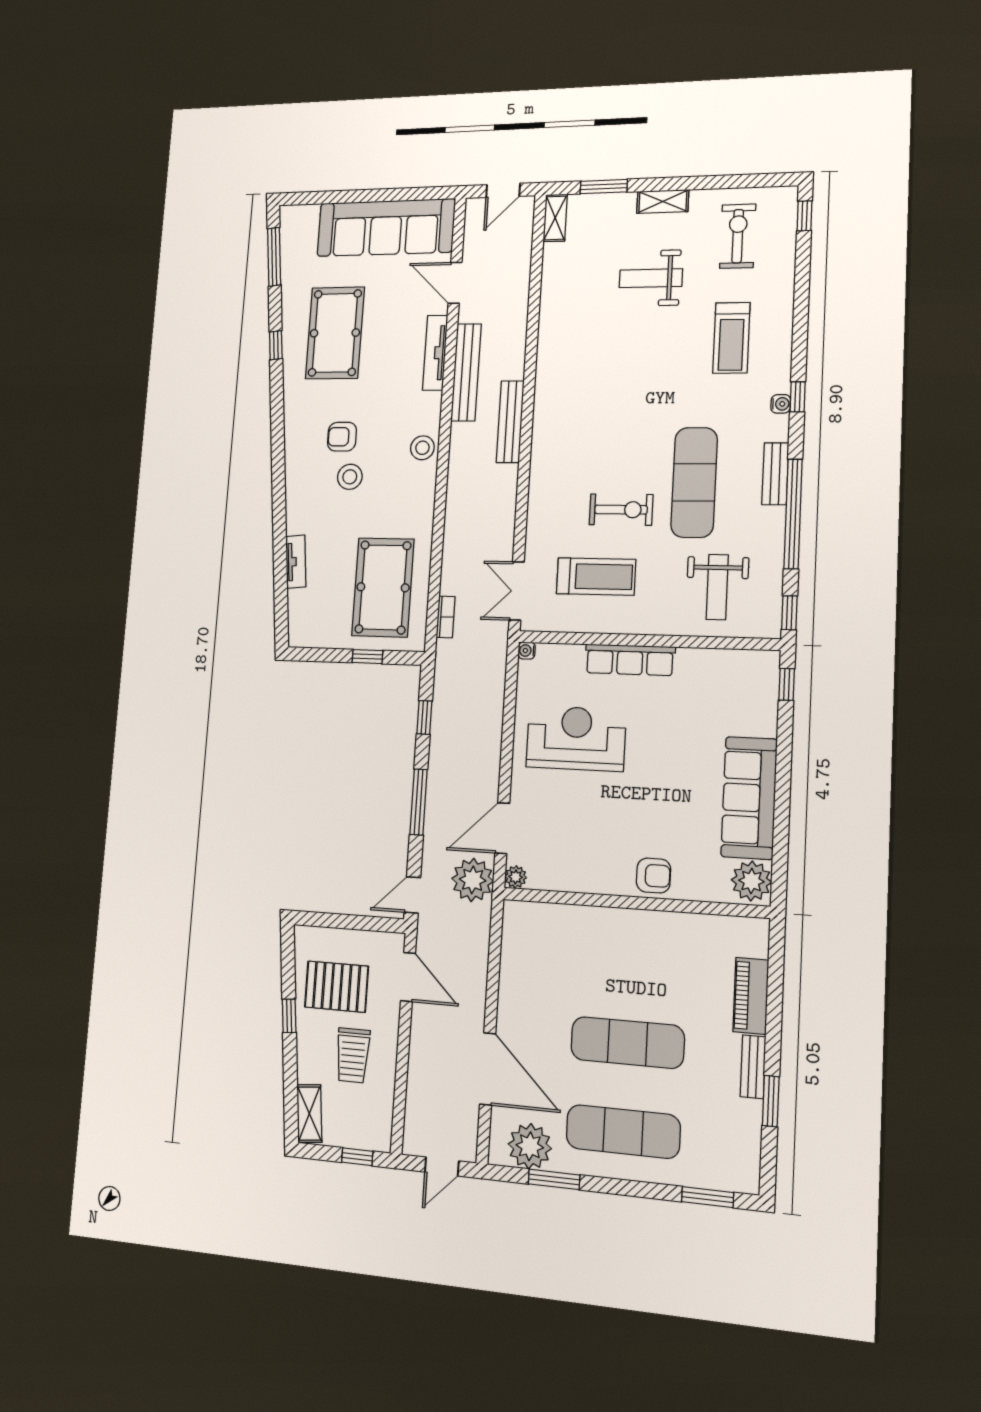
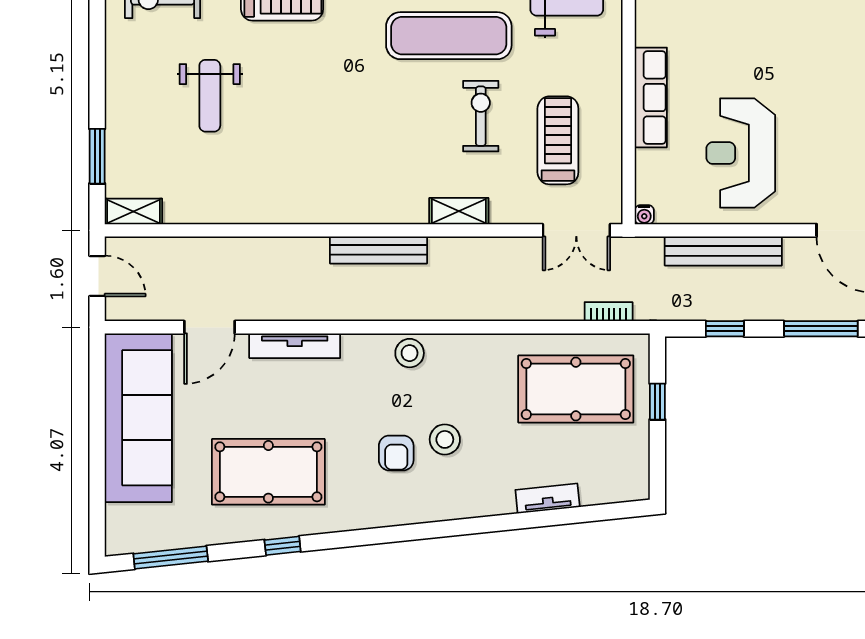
shelving: (663, 201) -> (459, 211), moved, turned 90
bench: (466, 372) -> (723, 251), moved

